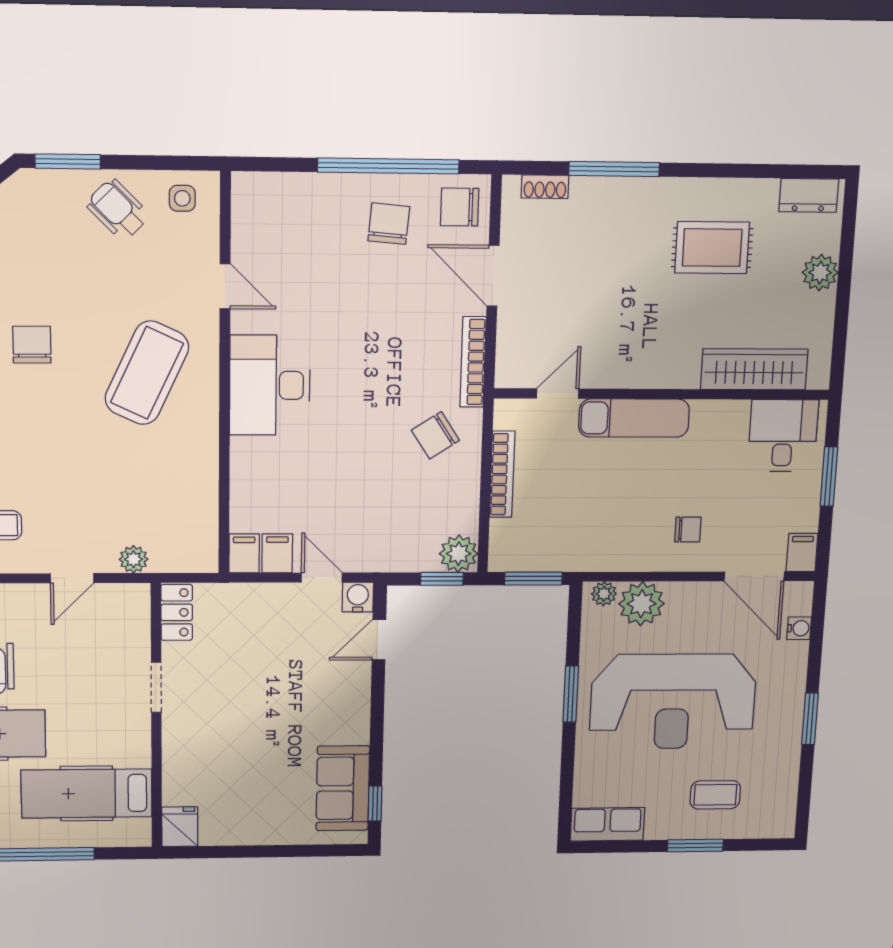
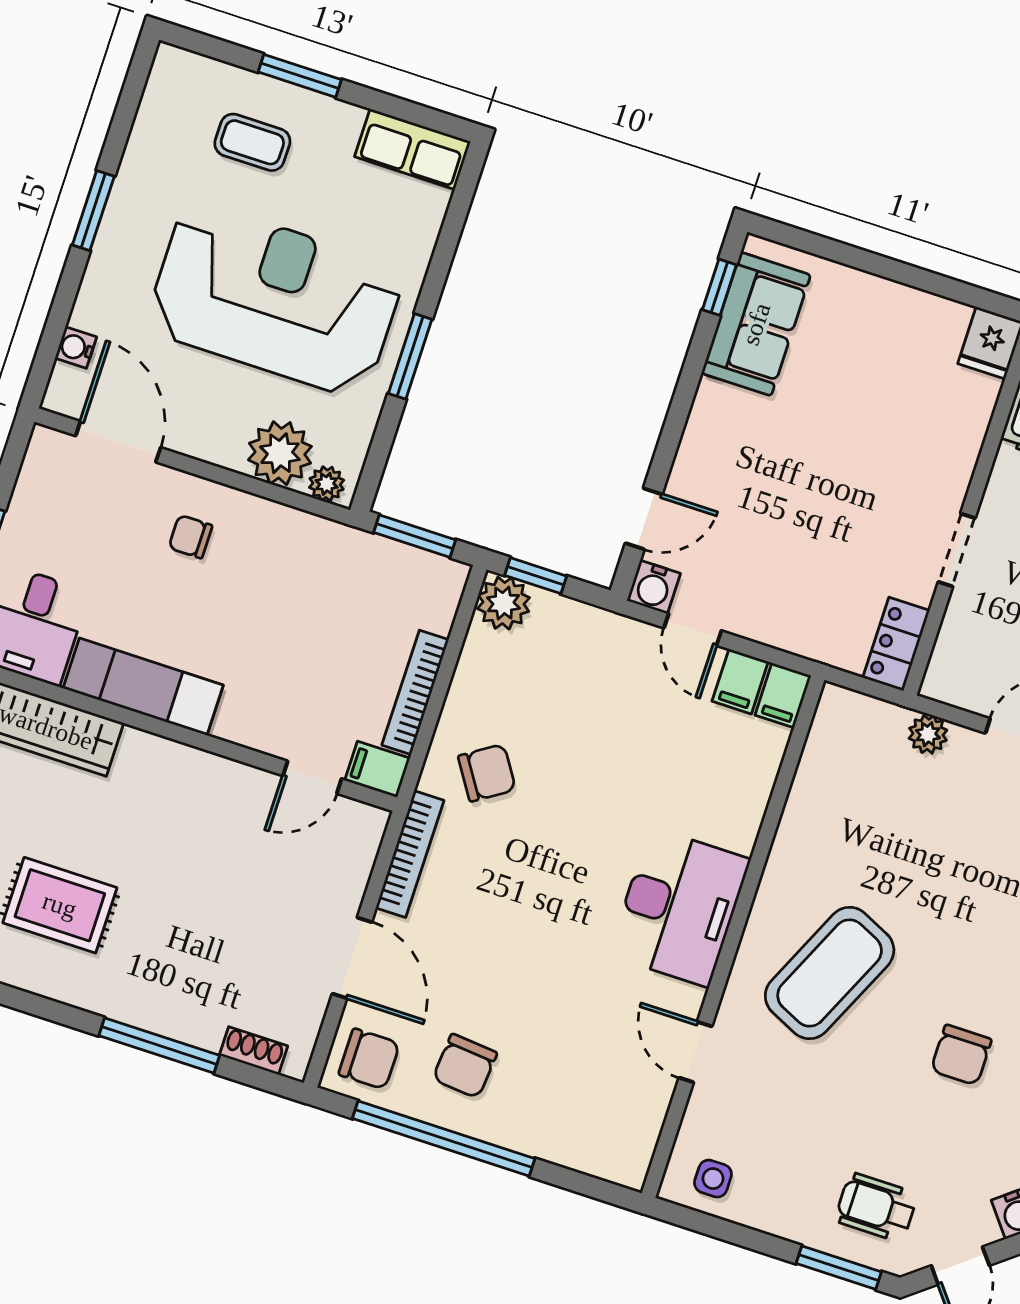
wheelchair: (118, 210) -> (876, 1207), moved, turned 135
exam couch: (634, 418) -> (143, 687), moved
filing cabinet: (802, 552) -> (377, 769), moved, turned 90

